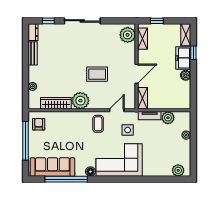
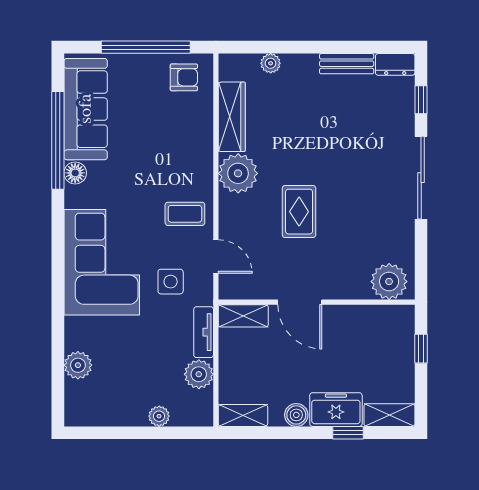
shelving: (142, 39) -> (243, 415), moved
plant: (178, 170) -> (78, 365), moved
floor lamp: (90, 172) -> (75, 173), moved

